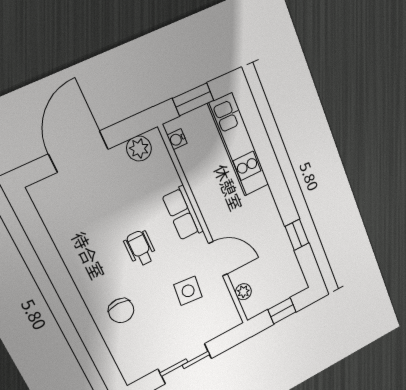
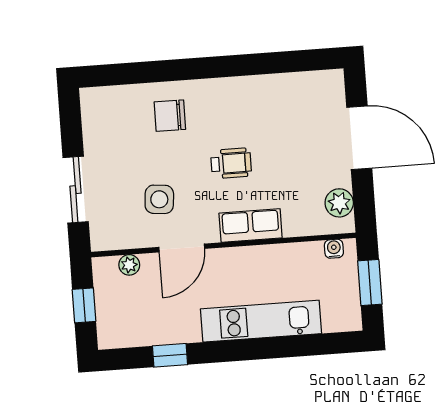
kitchen unit: (239, 145) -> (261, 321), moved
sliding door: (185, 364) -> (76, 190), moved

